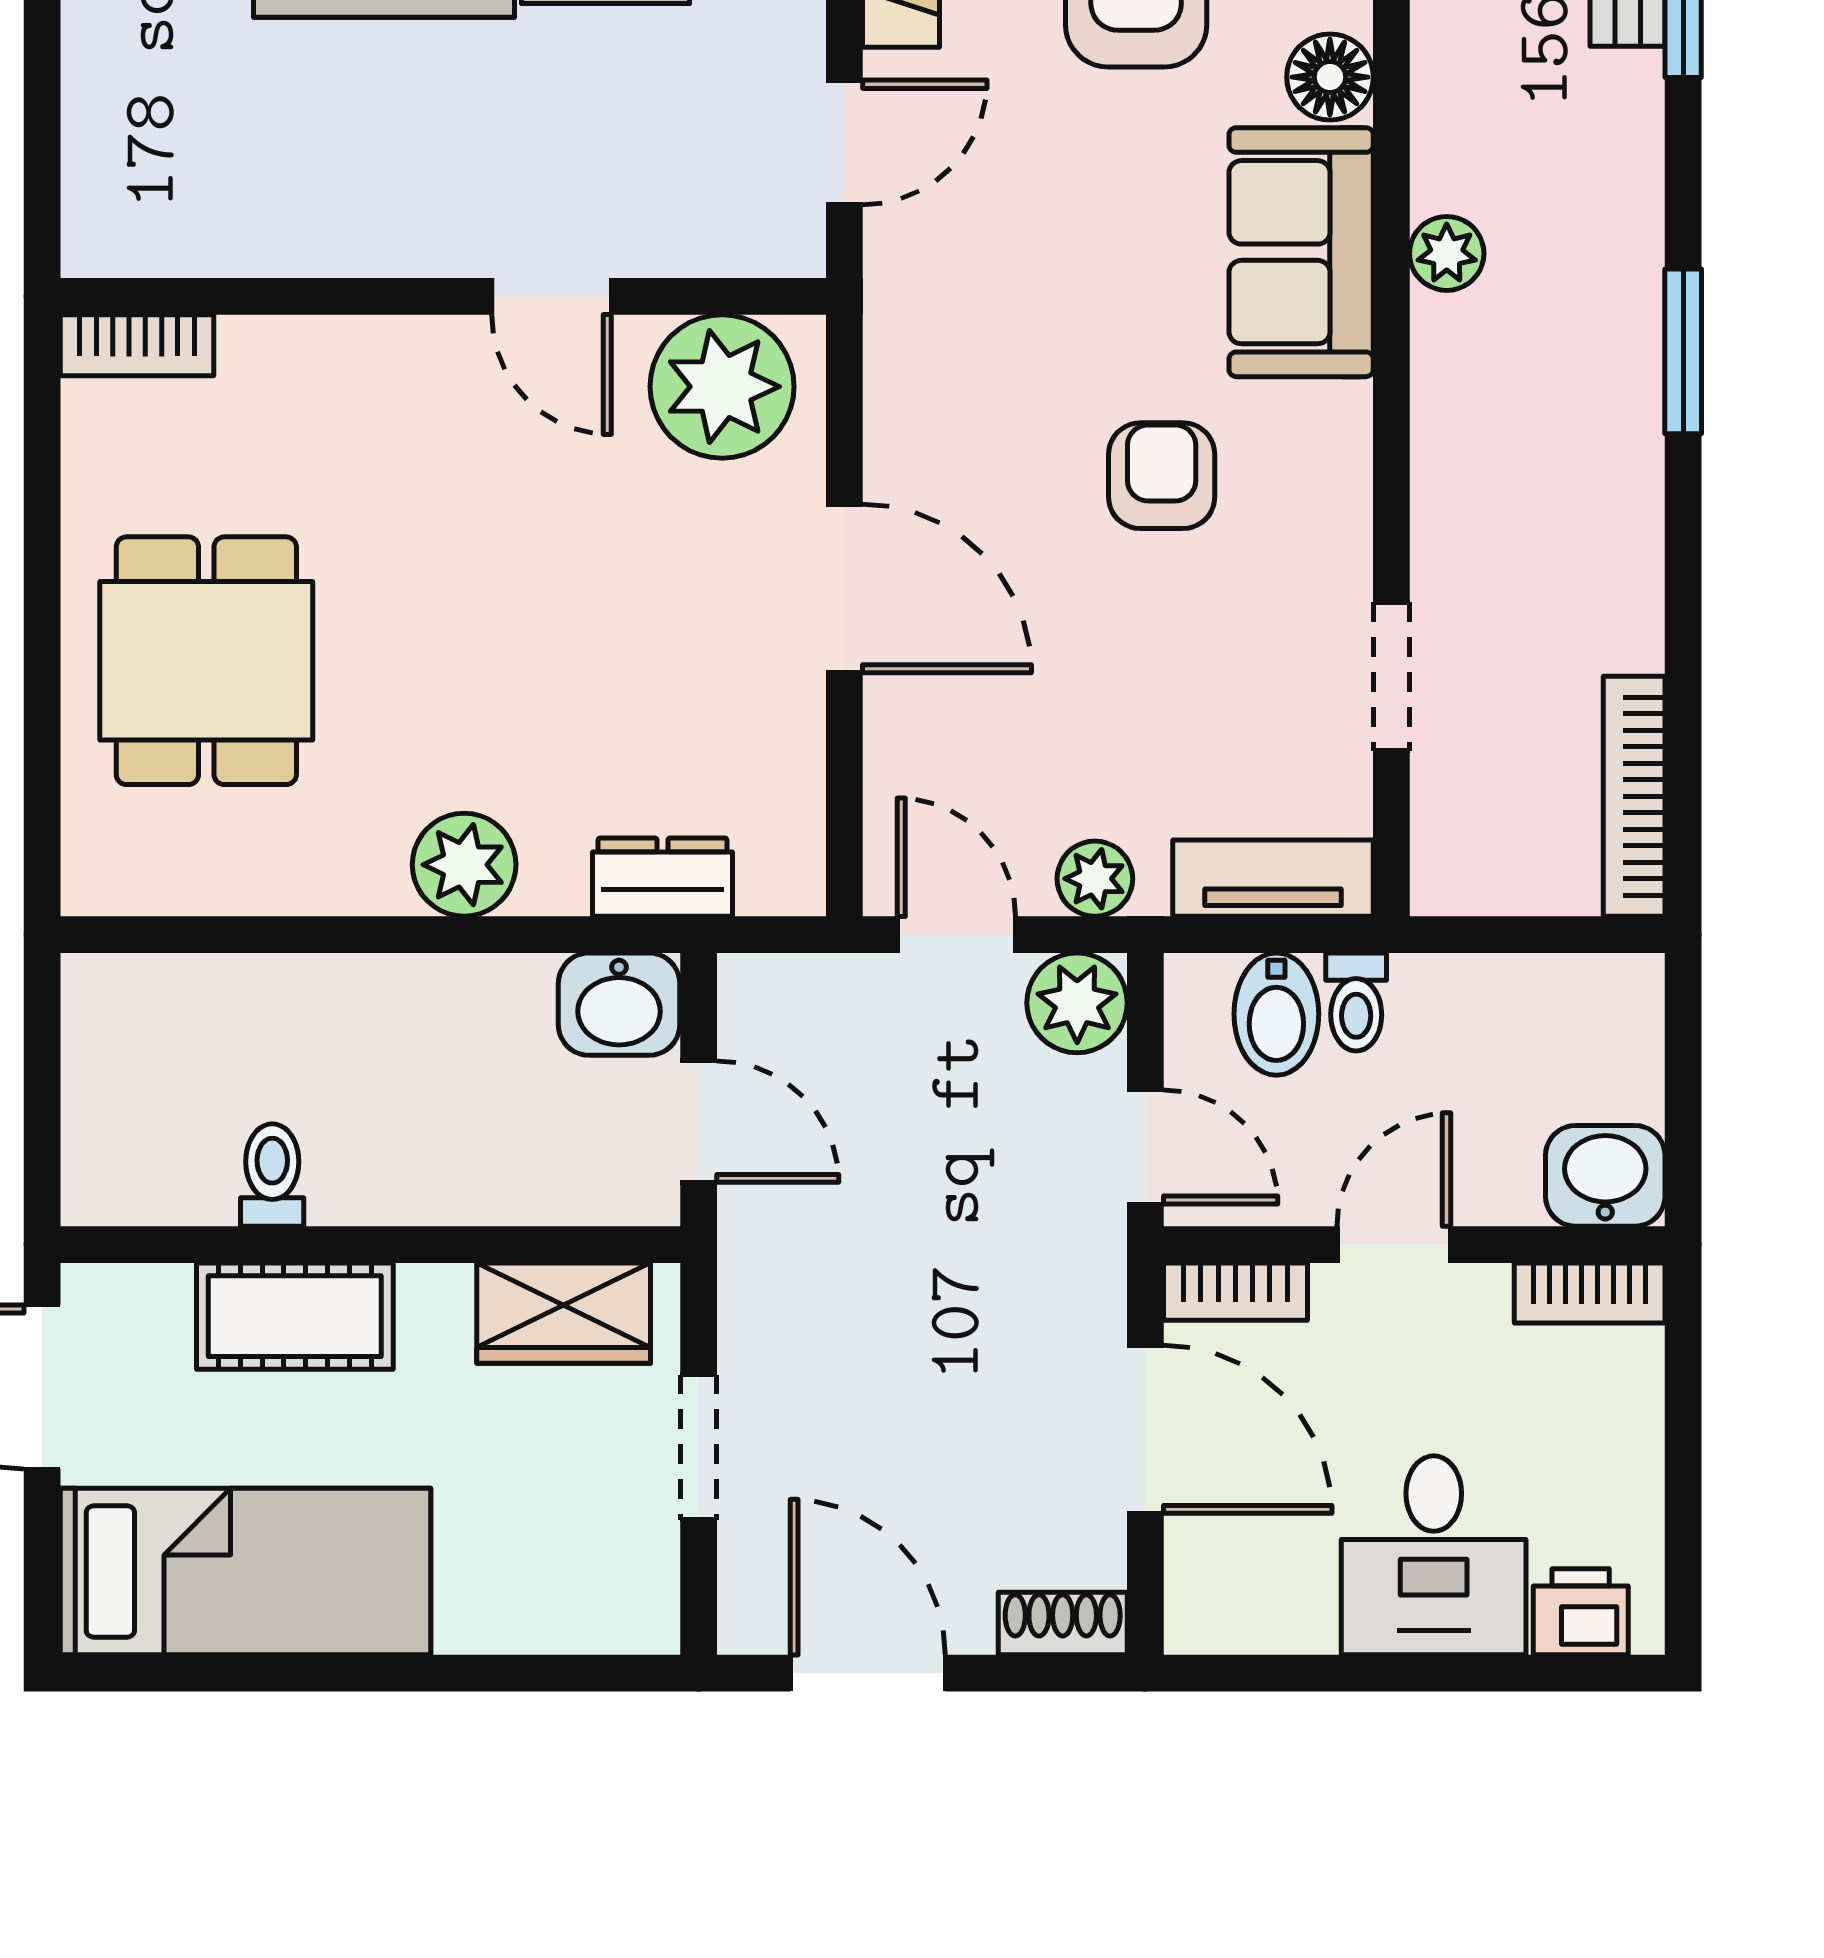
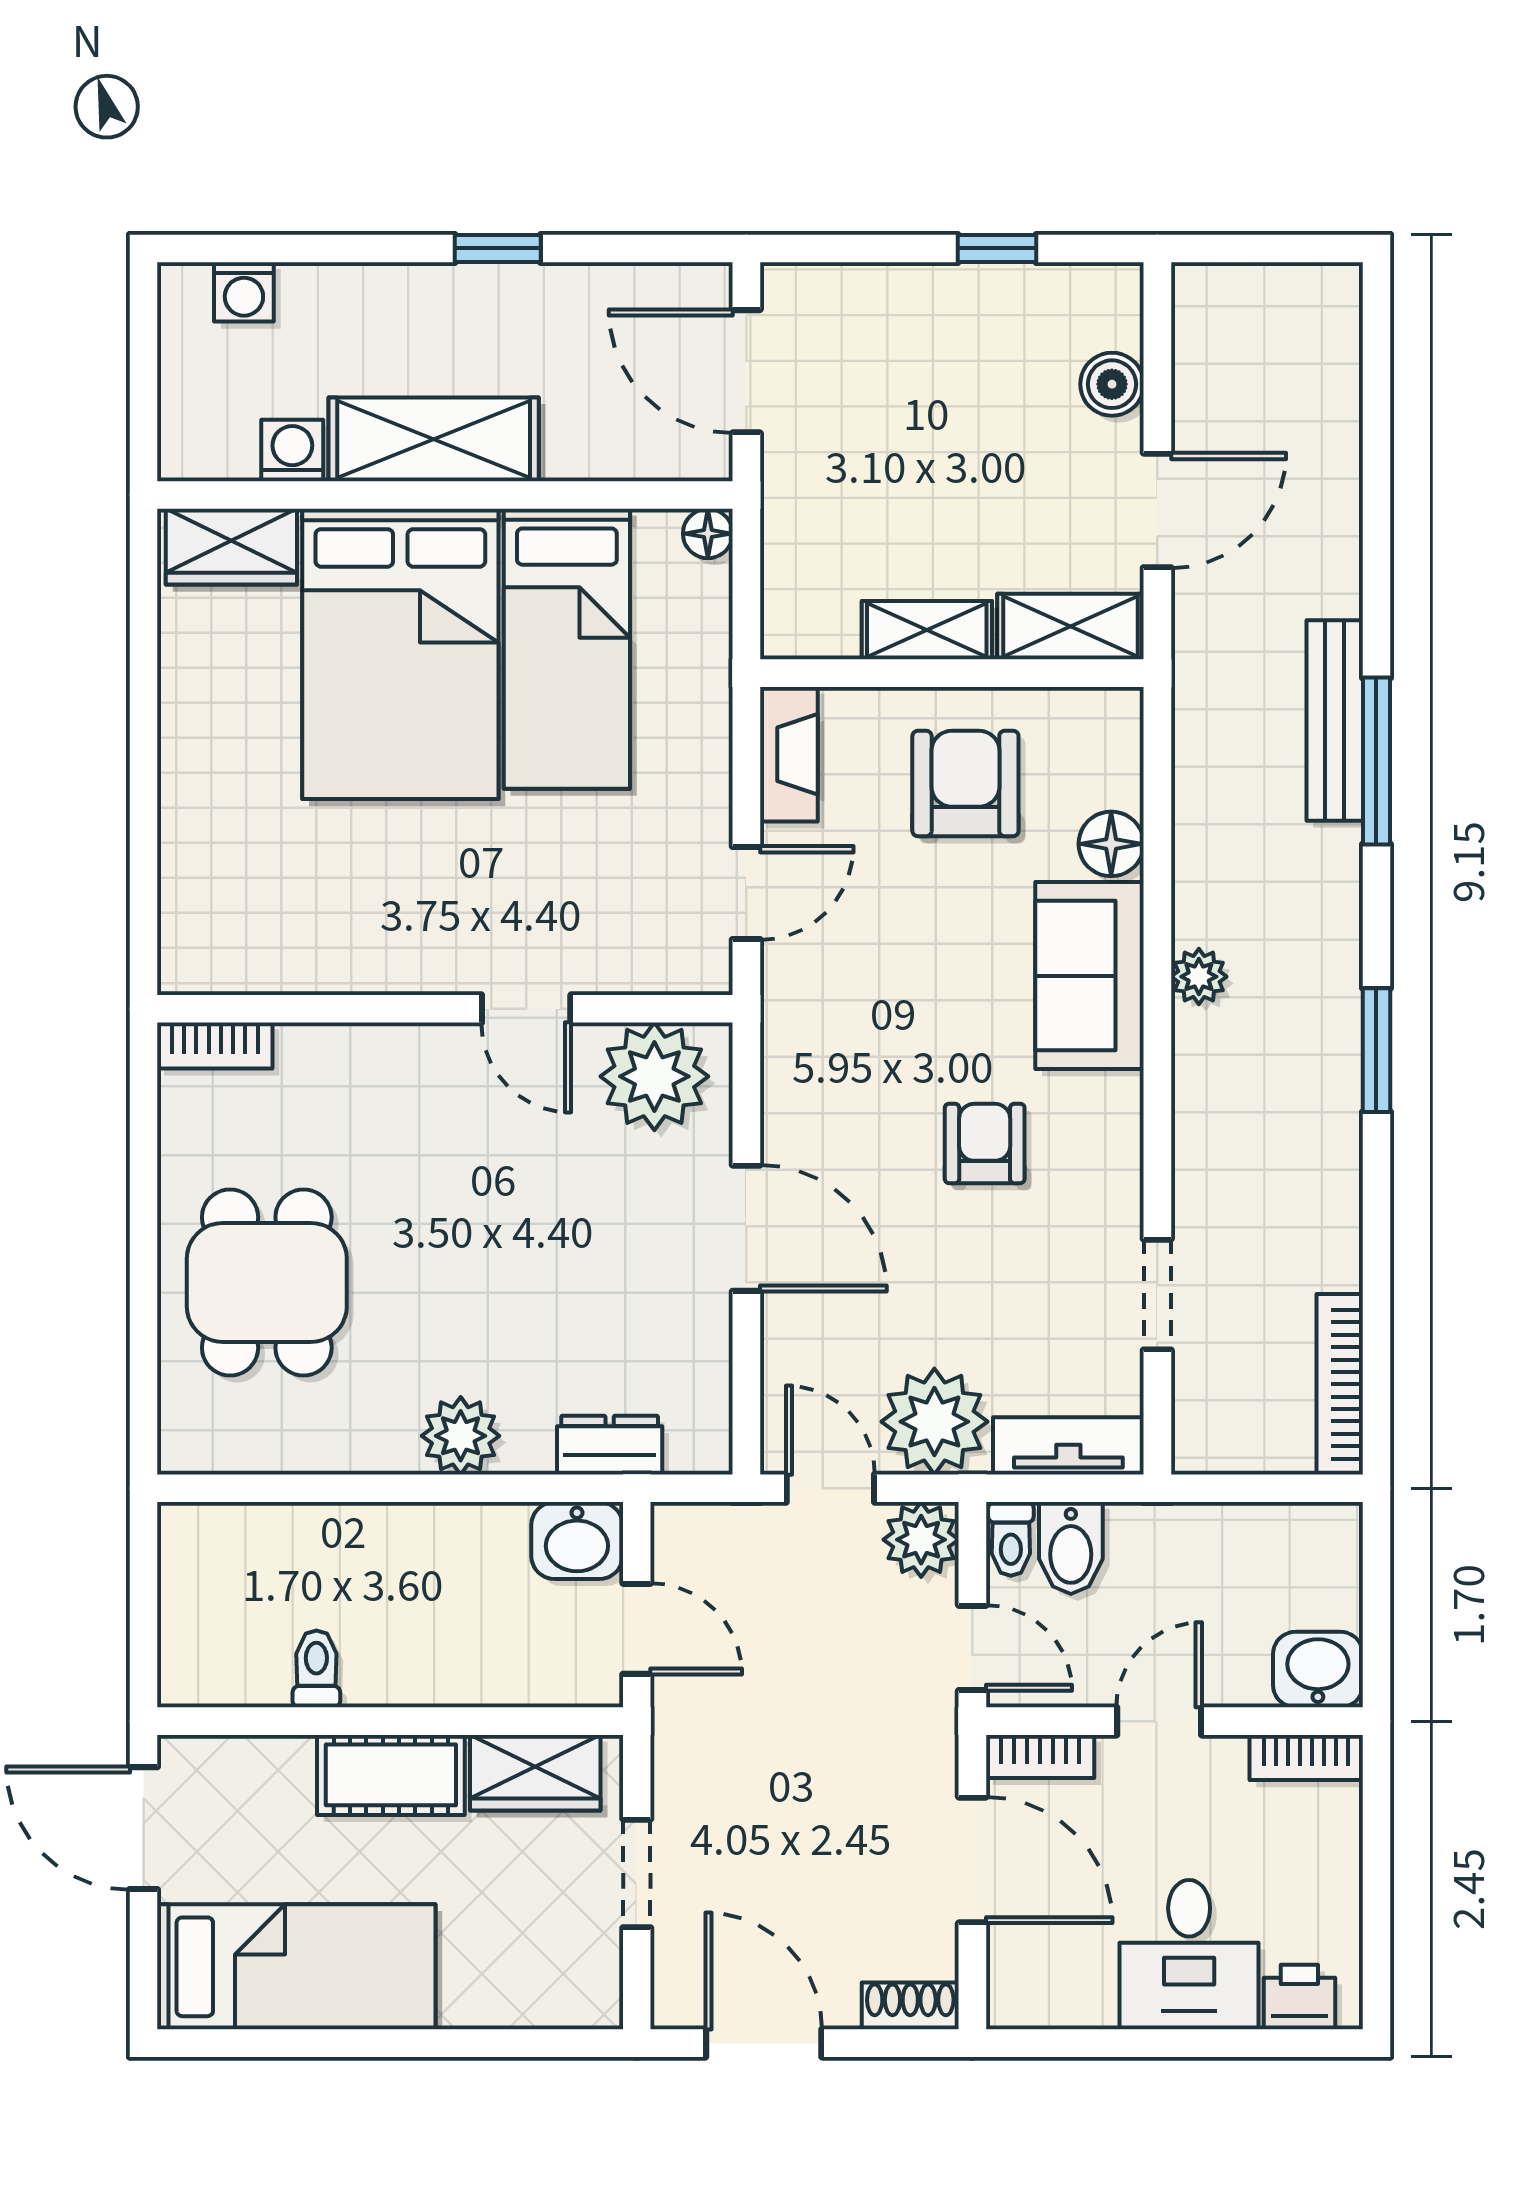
plant: (1095, 879) -> (934, 1422), width x1.88, depth x1.88
toilet: (1356, 1002) -> (1011, 1539), moved
cot: (295, 1316) -> (391, 1775), moved

